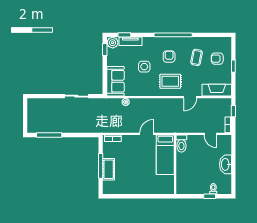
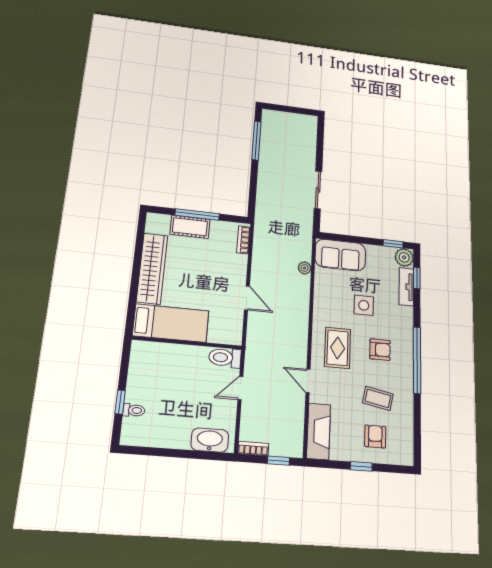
door: (210, 134) -> (240, 388), moved
bed: (165, 155) -> (171, 323), moved, turned 180
washbasin: (226, 164) -> (210, 440), moved
wardrobe: (136, 188) -> (152, 268), added

